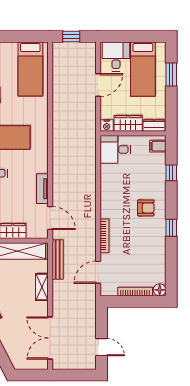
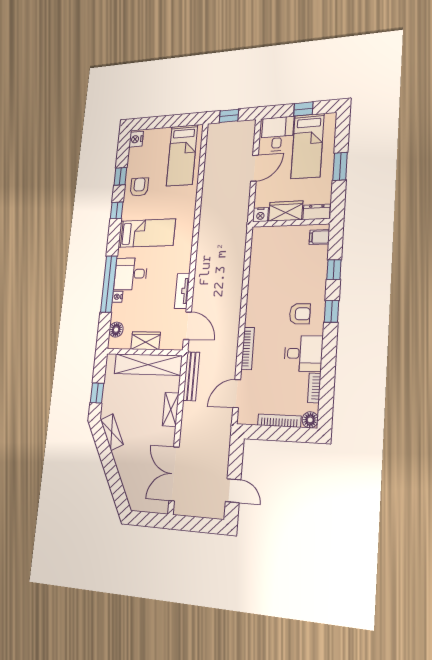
window: (137, 36) -> (303, 109), added
window: (171, 75) -> (340, 166), moved
desk: (115, 149) -> (303, 353), moved, turned 180
window: (171, 228) -> (331, 311), moved
bookcase: (161, 266) -> (314, 388), added

